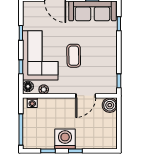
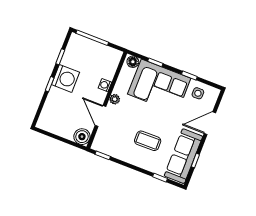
side table: (33, 20) -> (198, 93), added
coffee table: (74, 56) -> (148, 141), moved
plant: (44, 89) -> (115, 99), moved
washing machine: (32, 103) -> (105, 85), moved

